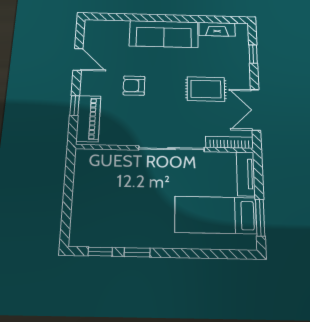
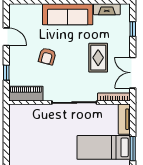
armchair: (134, 86) -> (47, 56), turned -75
rug: (206, 89) -> (98, 58), turned 90
piano: (88, 119) -> (26, 94), moved, turned -90

